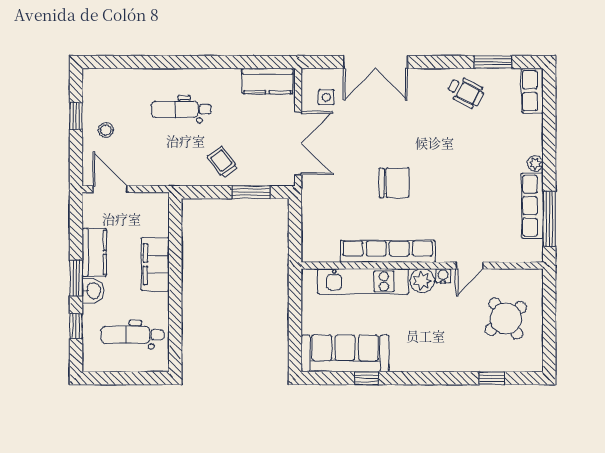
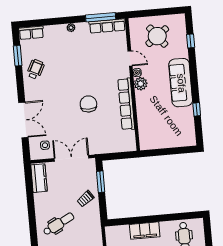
dental chair: (181, 109) -> (59, 224), turned -117
row of seats: (532, 206) -> (107, 26), moved
kitchen unit: (363, 281) -> (144, 116), removed
sofa: (345, 353) -> (181, 83), moved

